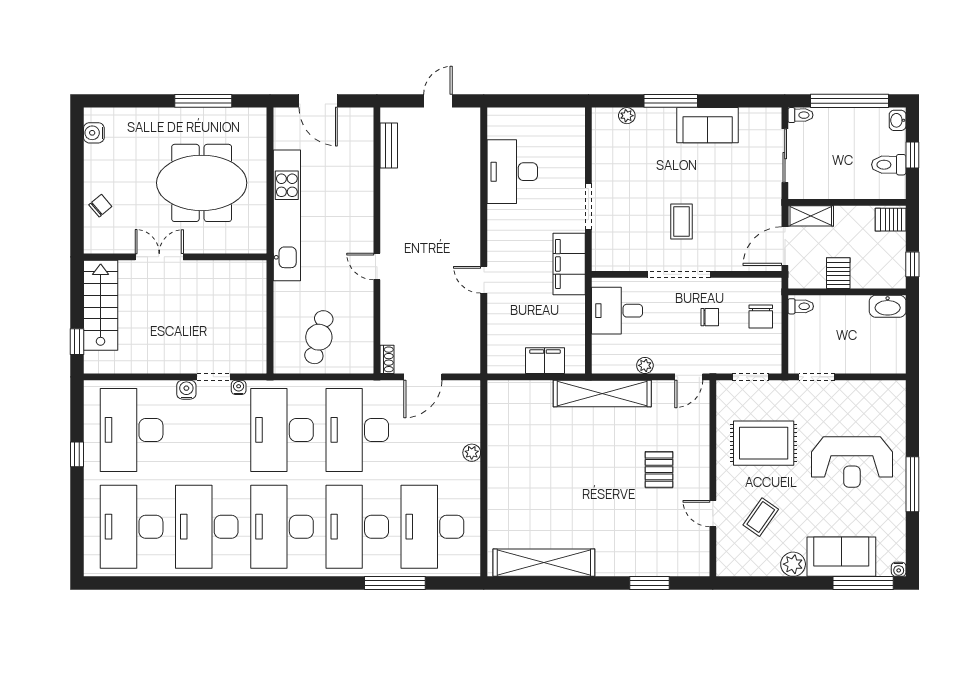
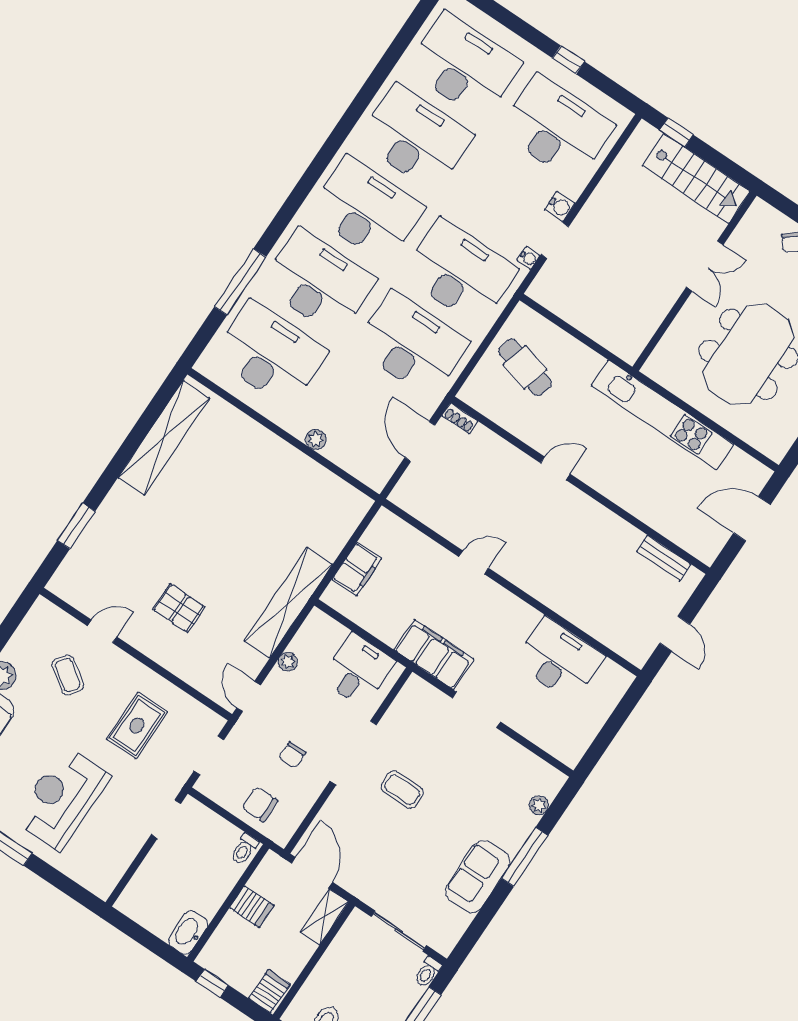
rug: (764, 443) -> (137, 726), width x0.73, depth x0.70

